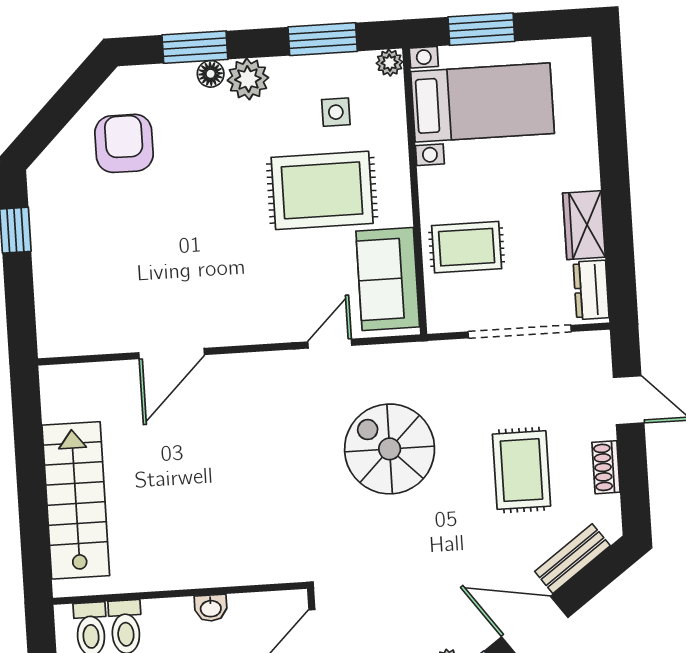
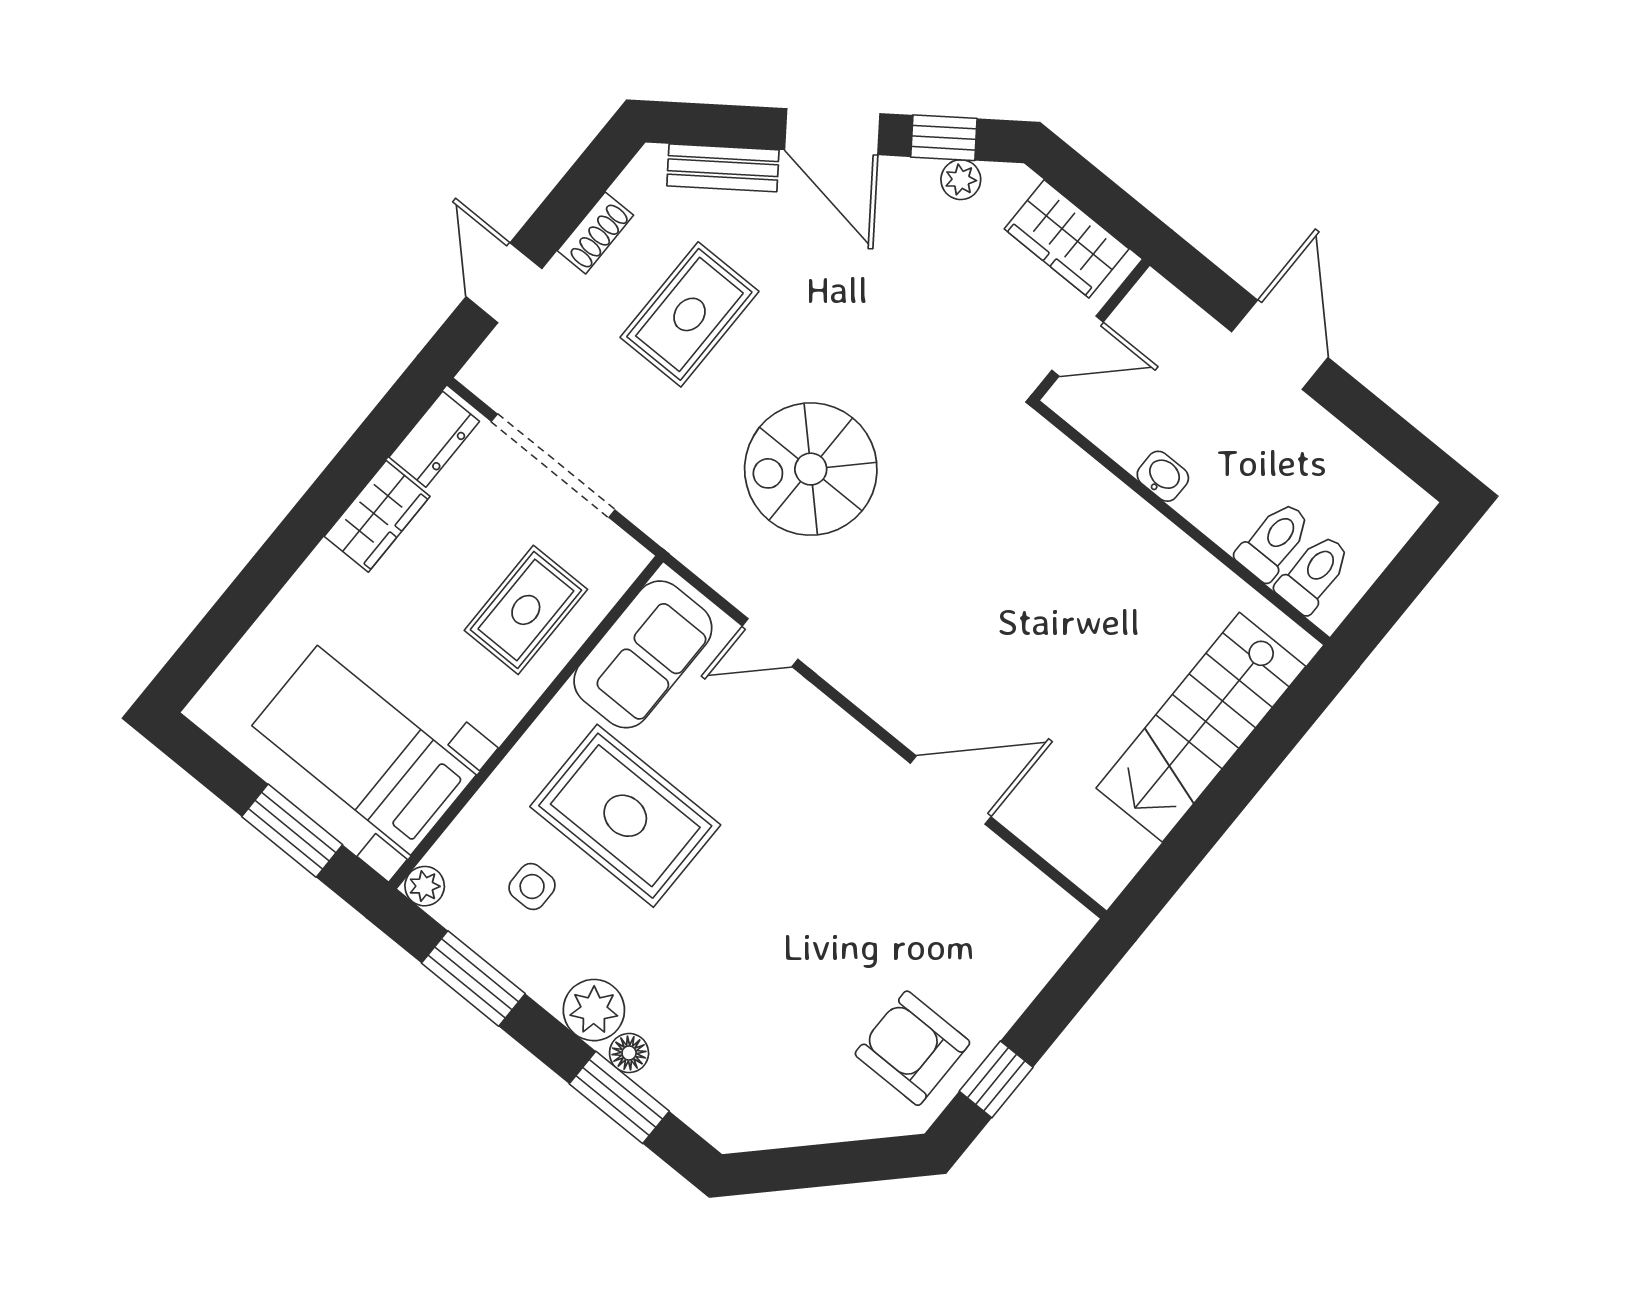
armchair: (124, 143) -> (912, 1048), moved, turned 90
rug: (467, 247) -> (526, 610), turned 90
spiral stairs: (390, 449) -> (811, 469), turned 90

